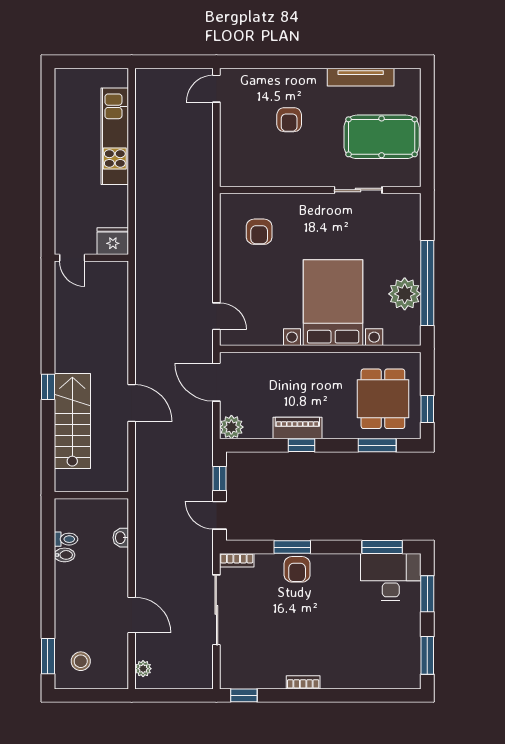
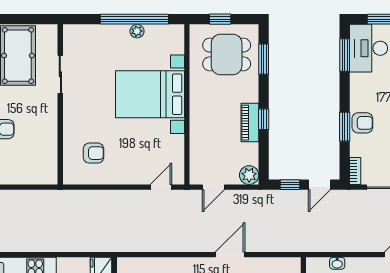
plant: (405, 294) -> (137, 31), width x0.53, depth x0.53
door: (216, 382) -> (213, 187), width x0.73
window: (427, 409) -> (220, 19), moved

